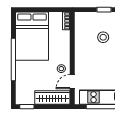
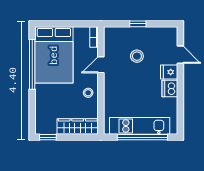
window: (13, 59) -> (32, 64), moved
door: (72, 82) -> (101, 65), moved

